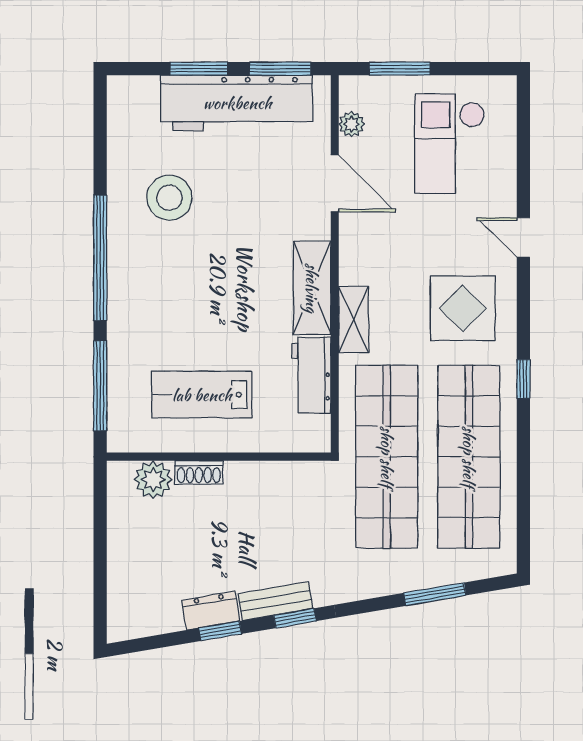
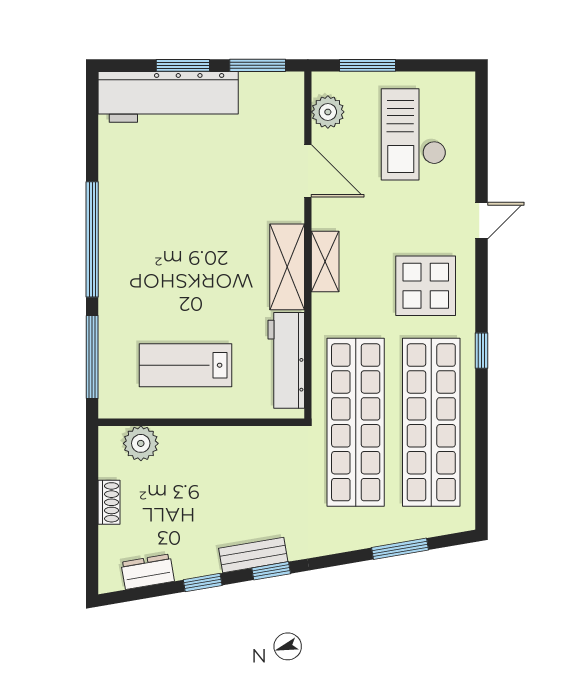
workbench: (237, 103) -> (168, 97), moved
plant: (352, 124) -> (328, 112), width x1.38, depth x1.38
stool: (169, 198) -> (156, 184), removed
door: (523, 238) -> (482, 221), swing flipped
shelving: (353, 319) -> (325, 262), moved
workbench: (311, 375) -> (286, 360), width x1.38
shoe rack: (199, 472) -> (109, 502), moved, turned -90
dresser: (211, 611) -> (148, 572), moved

